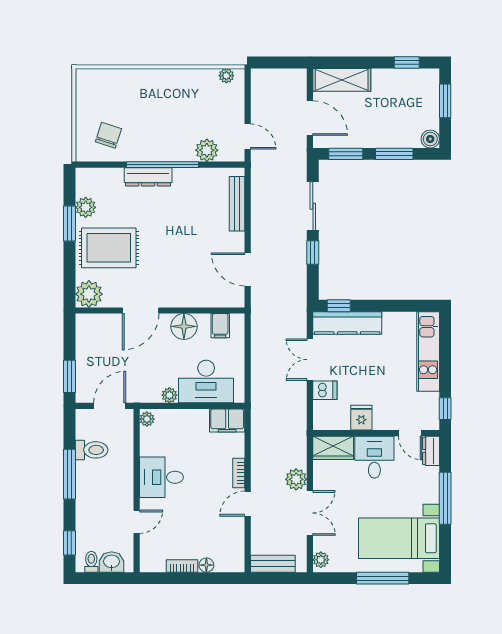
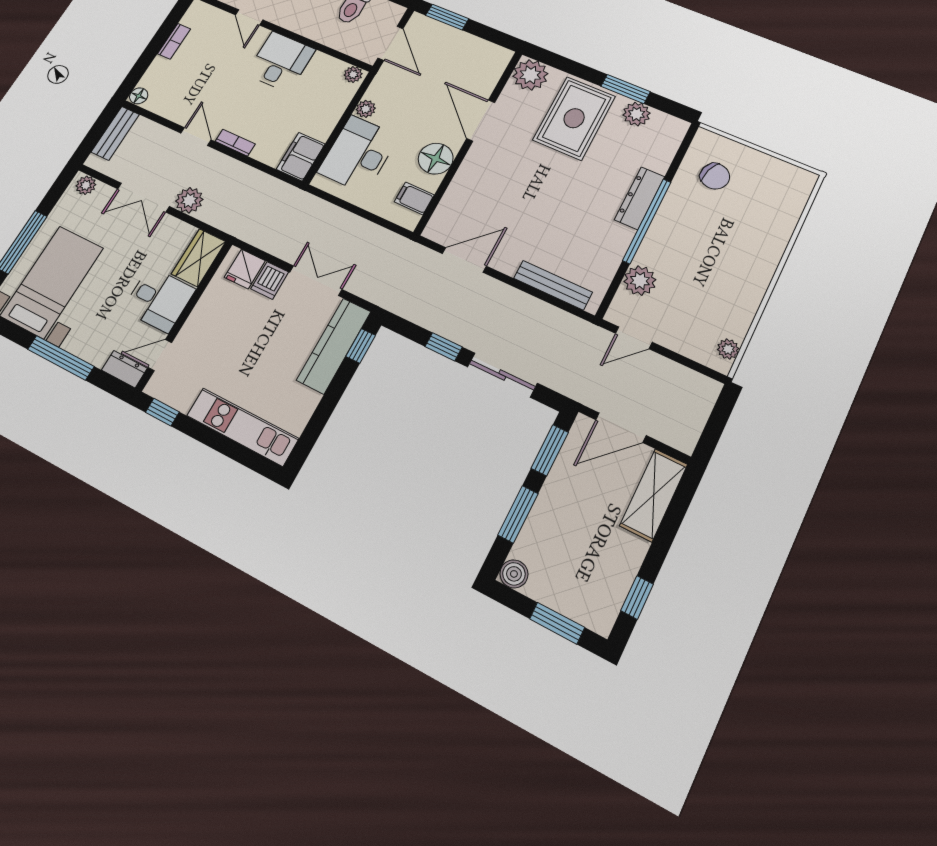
fridge: (361, 418) -> (245, 269), moved, turned 90
floor lamp: (206, 565) -> (139, 96), moved

